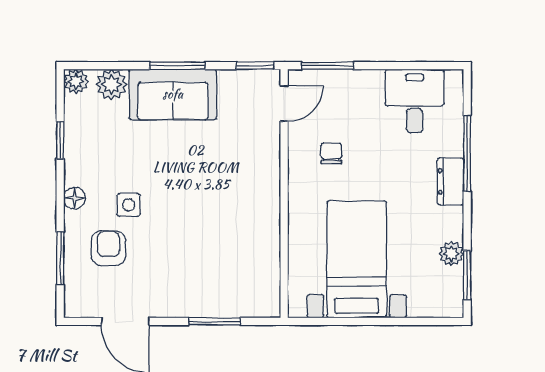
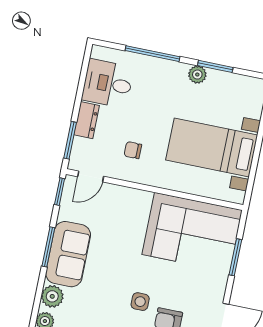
door: (284, 103) -> (91, 177), swing flipped
dresser: (450, 181) -> (87, 120), moved, turned -90
plant: (451, 254) -> (197, 75), moved
corner sofa: (236, 256) -> (192, 232), added
window: (467, 275) -> (215, 66), moved

